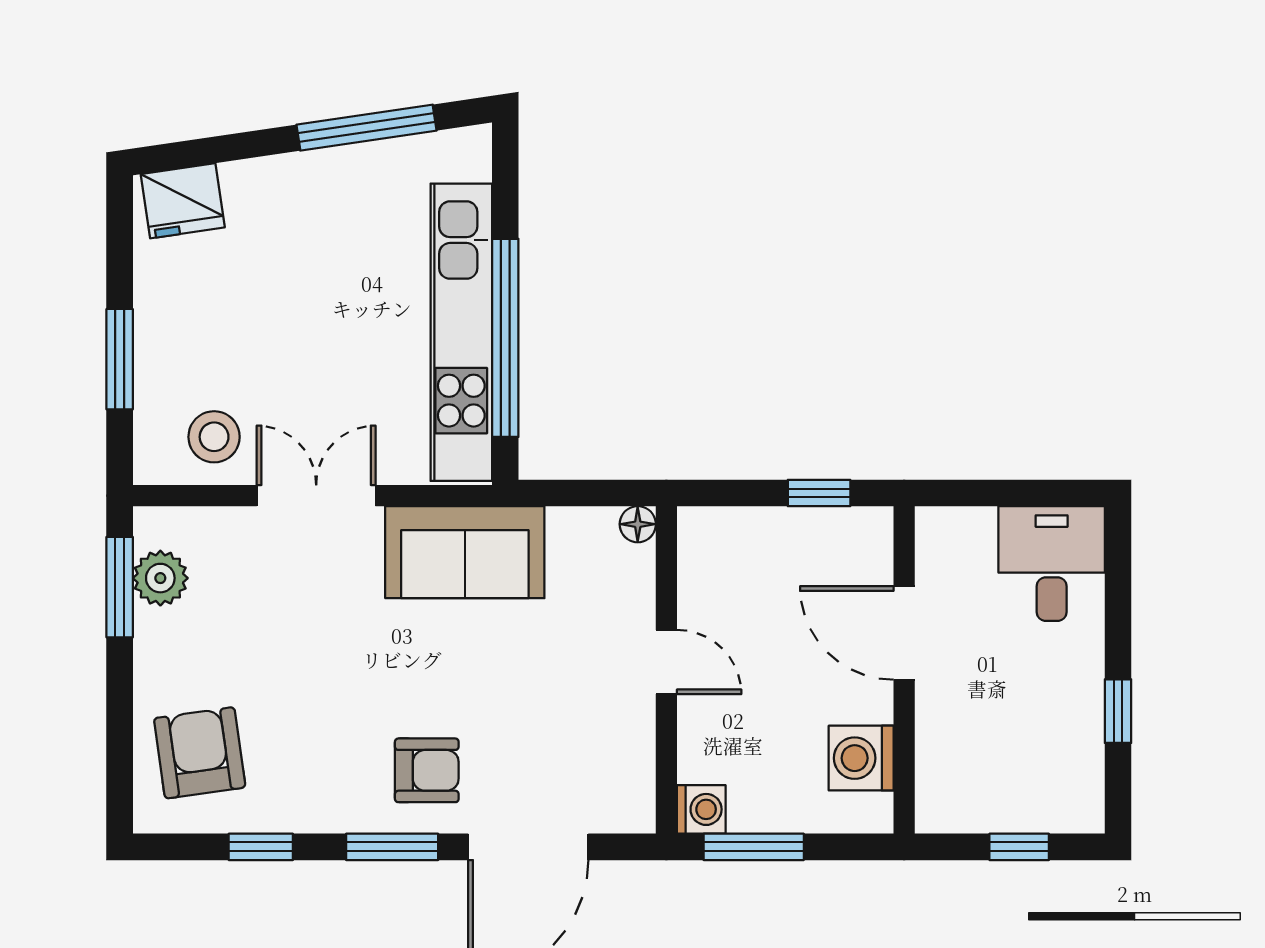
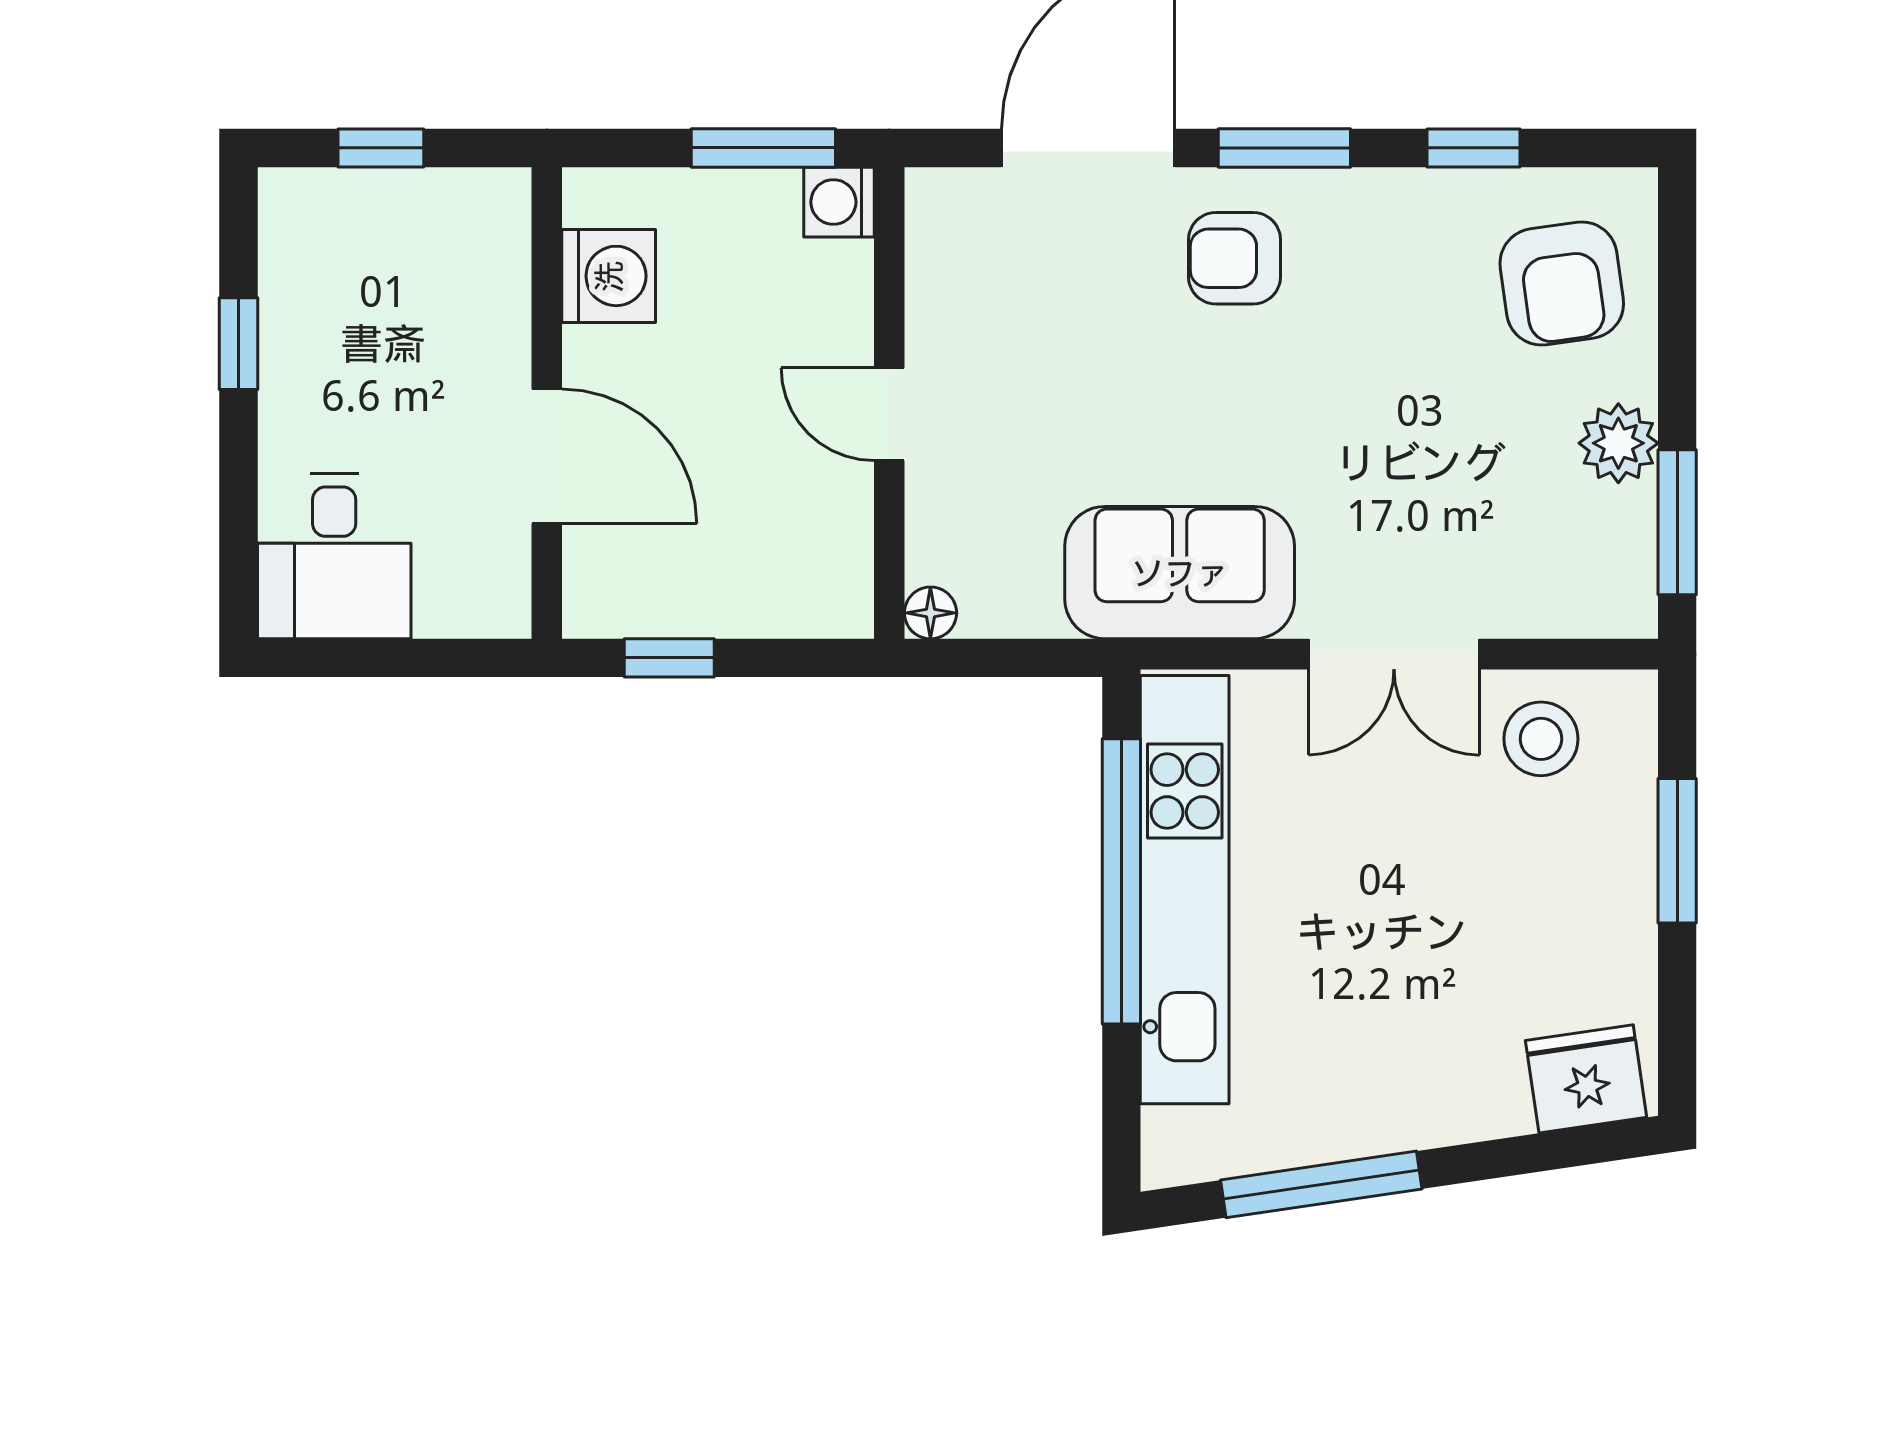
plant: (160, 578) -> (1618, 443), moved

